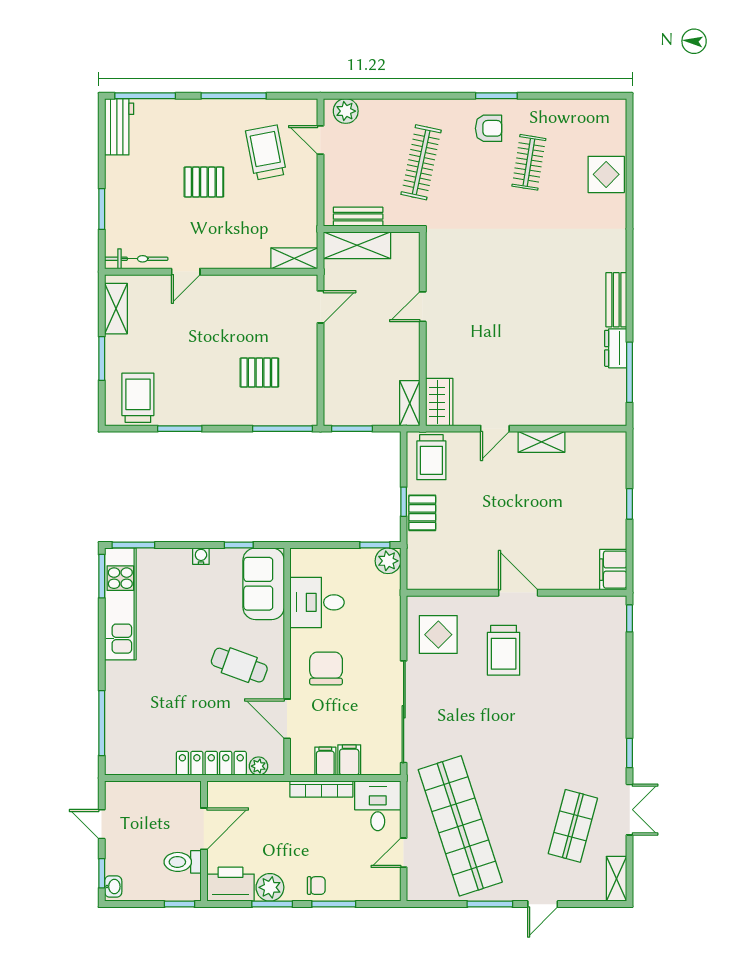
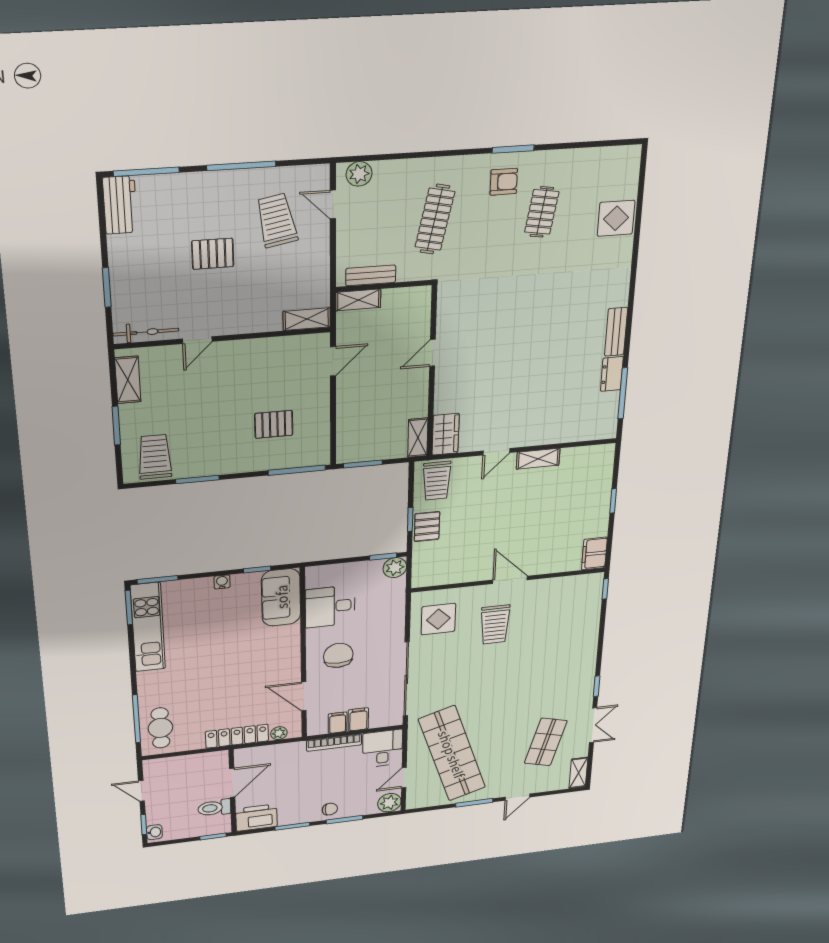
shelving: (357, 245) -> (358, 300), width x0.67, depth x0.75
cafe table: (239, 665) -> (160, 728), moved, turned 70
plant: (270, 887) -> (389, 803), moved

